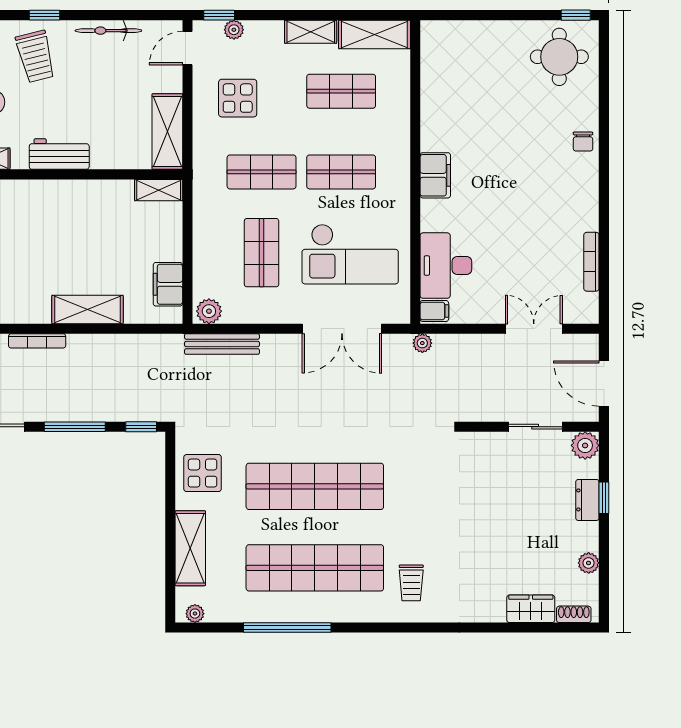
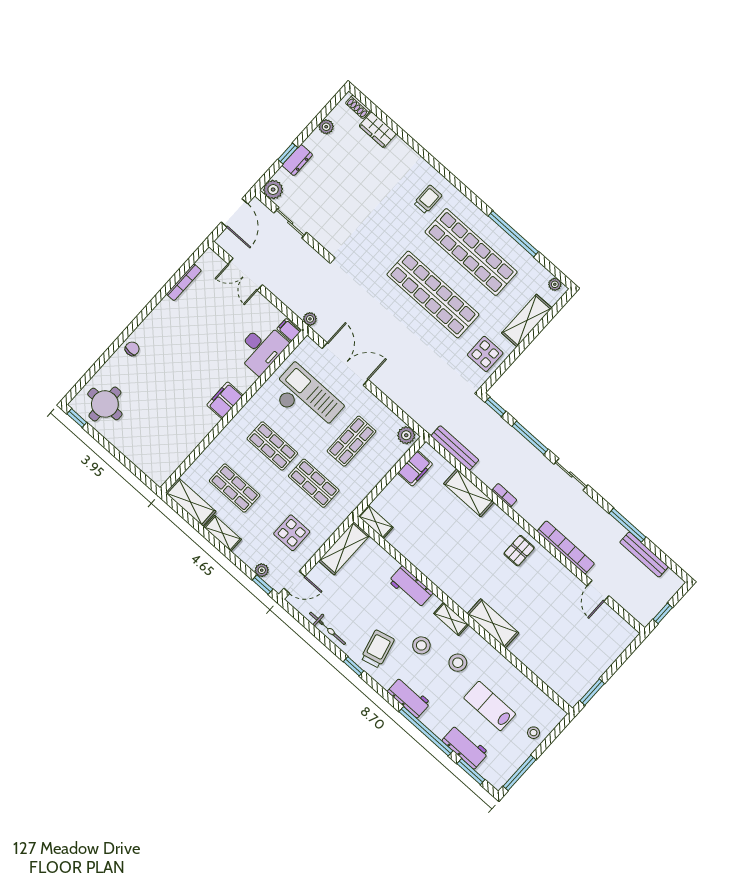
bookcase: (37, 341) -> (504, 495), width x0.64
bench: (222, 344) -> (455, 448), moved

